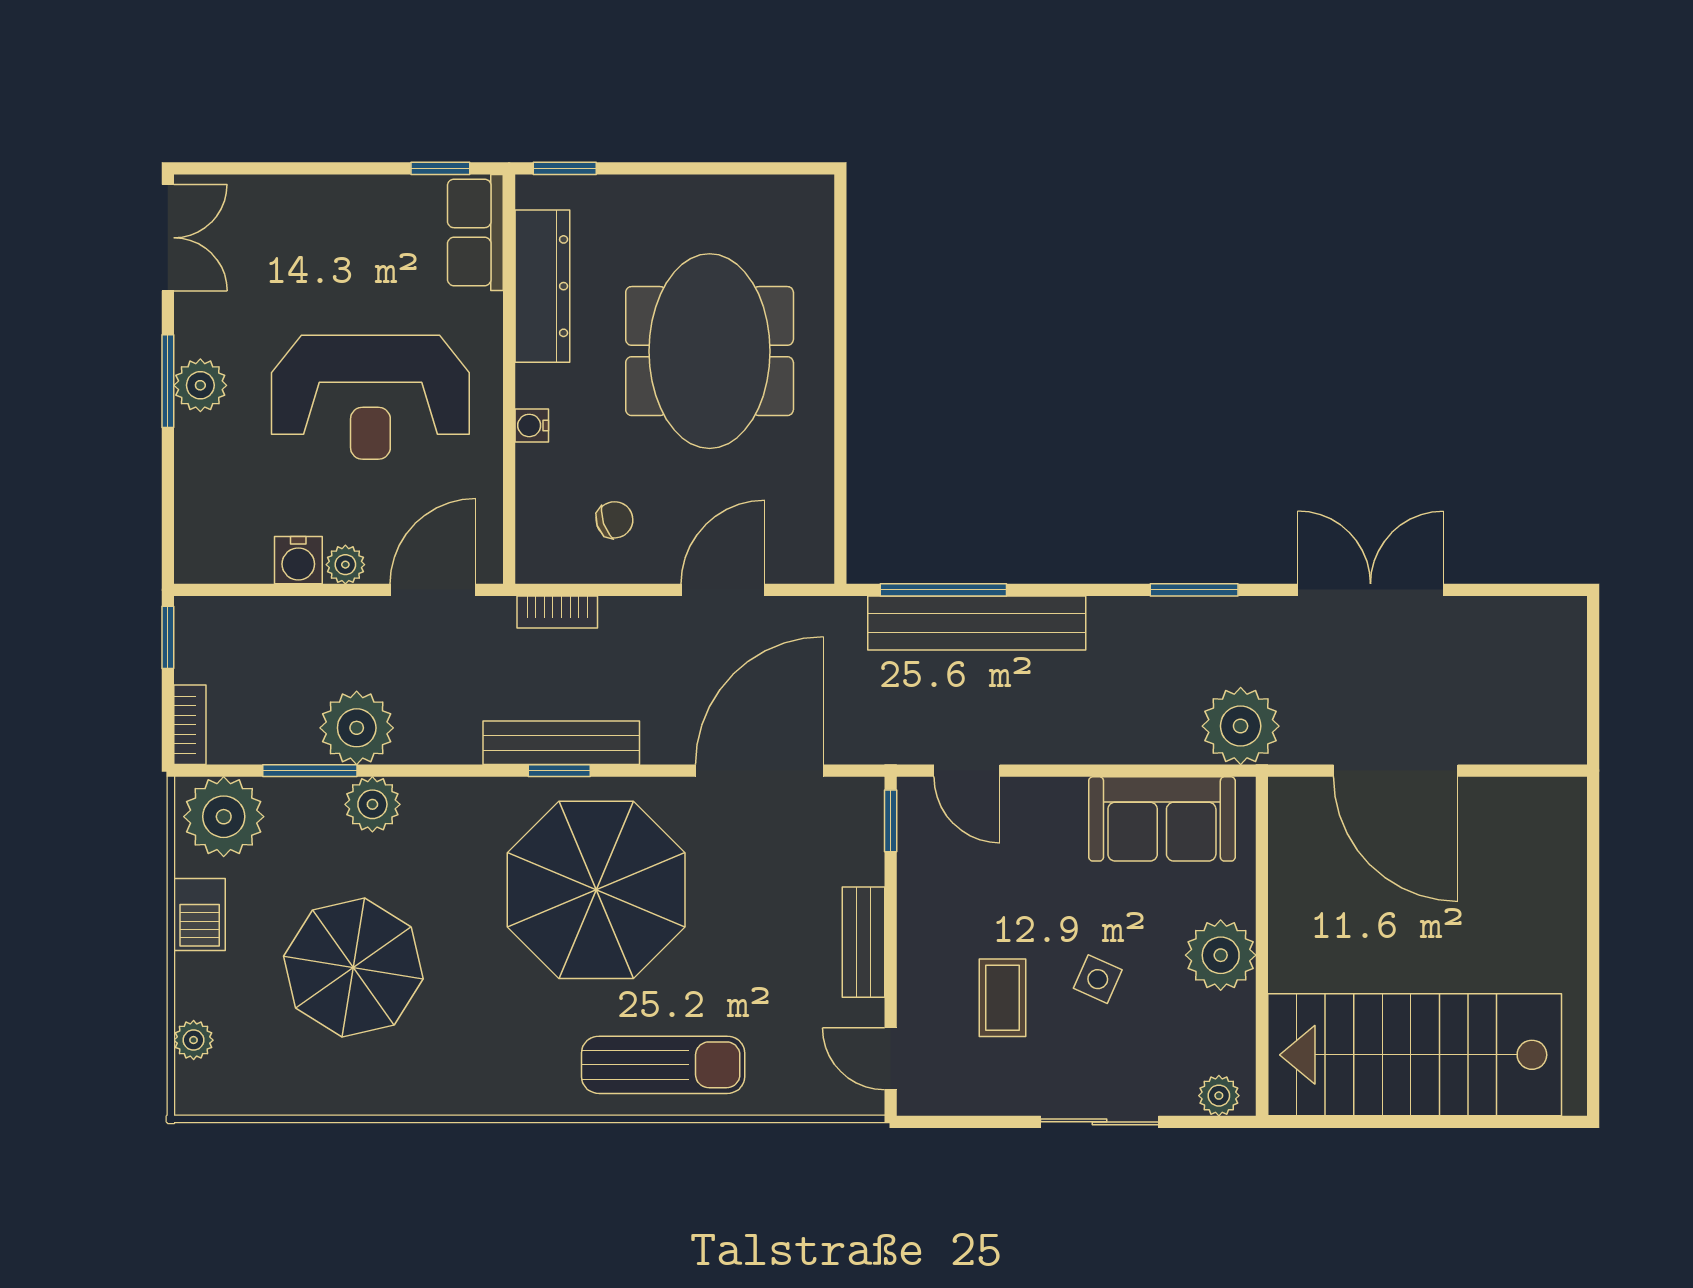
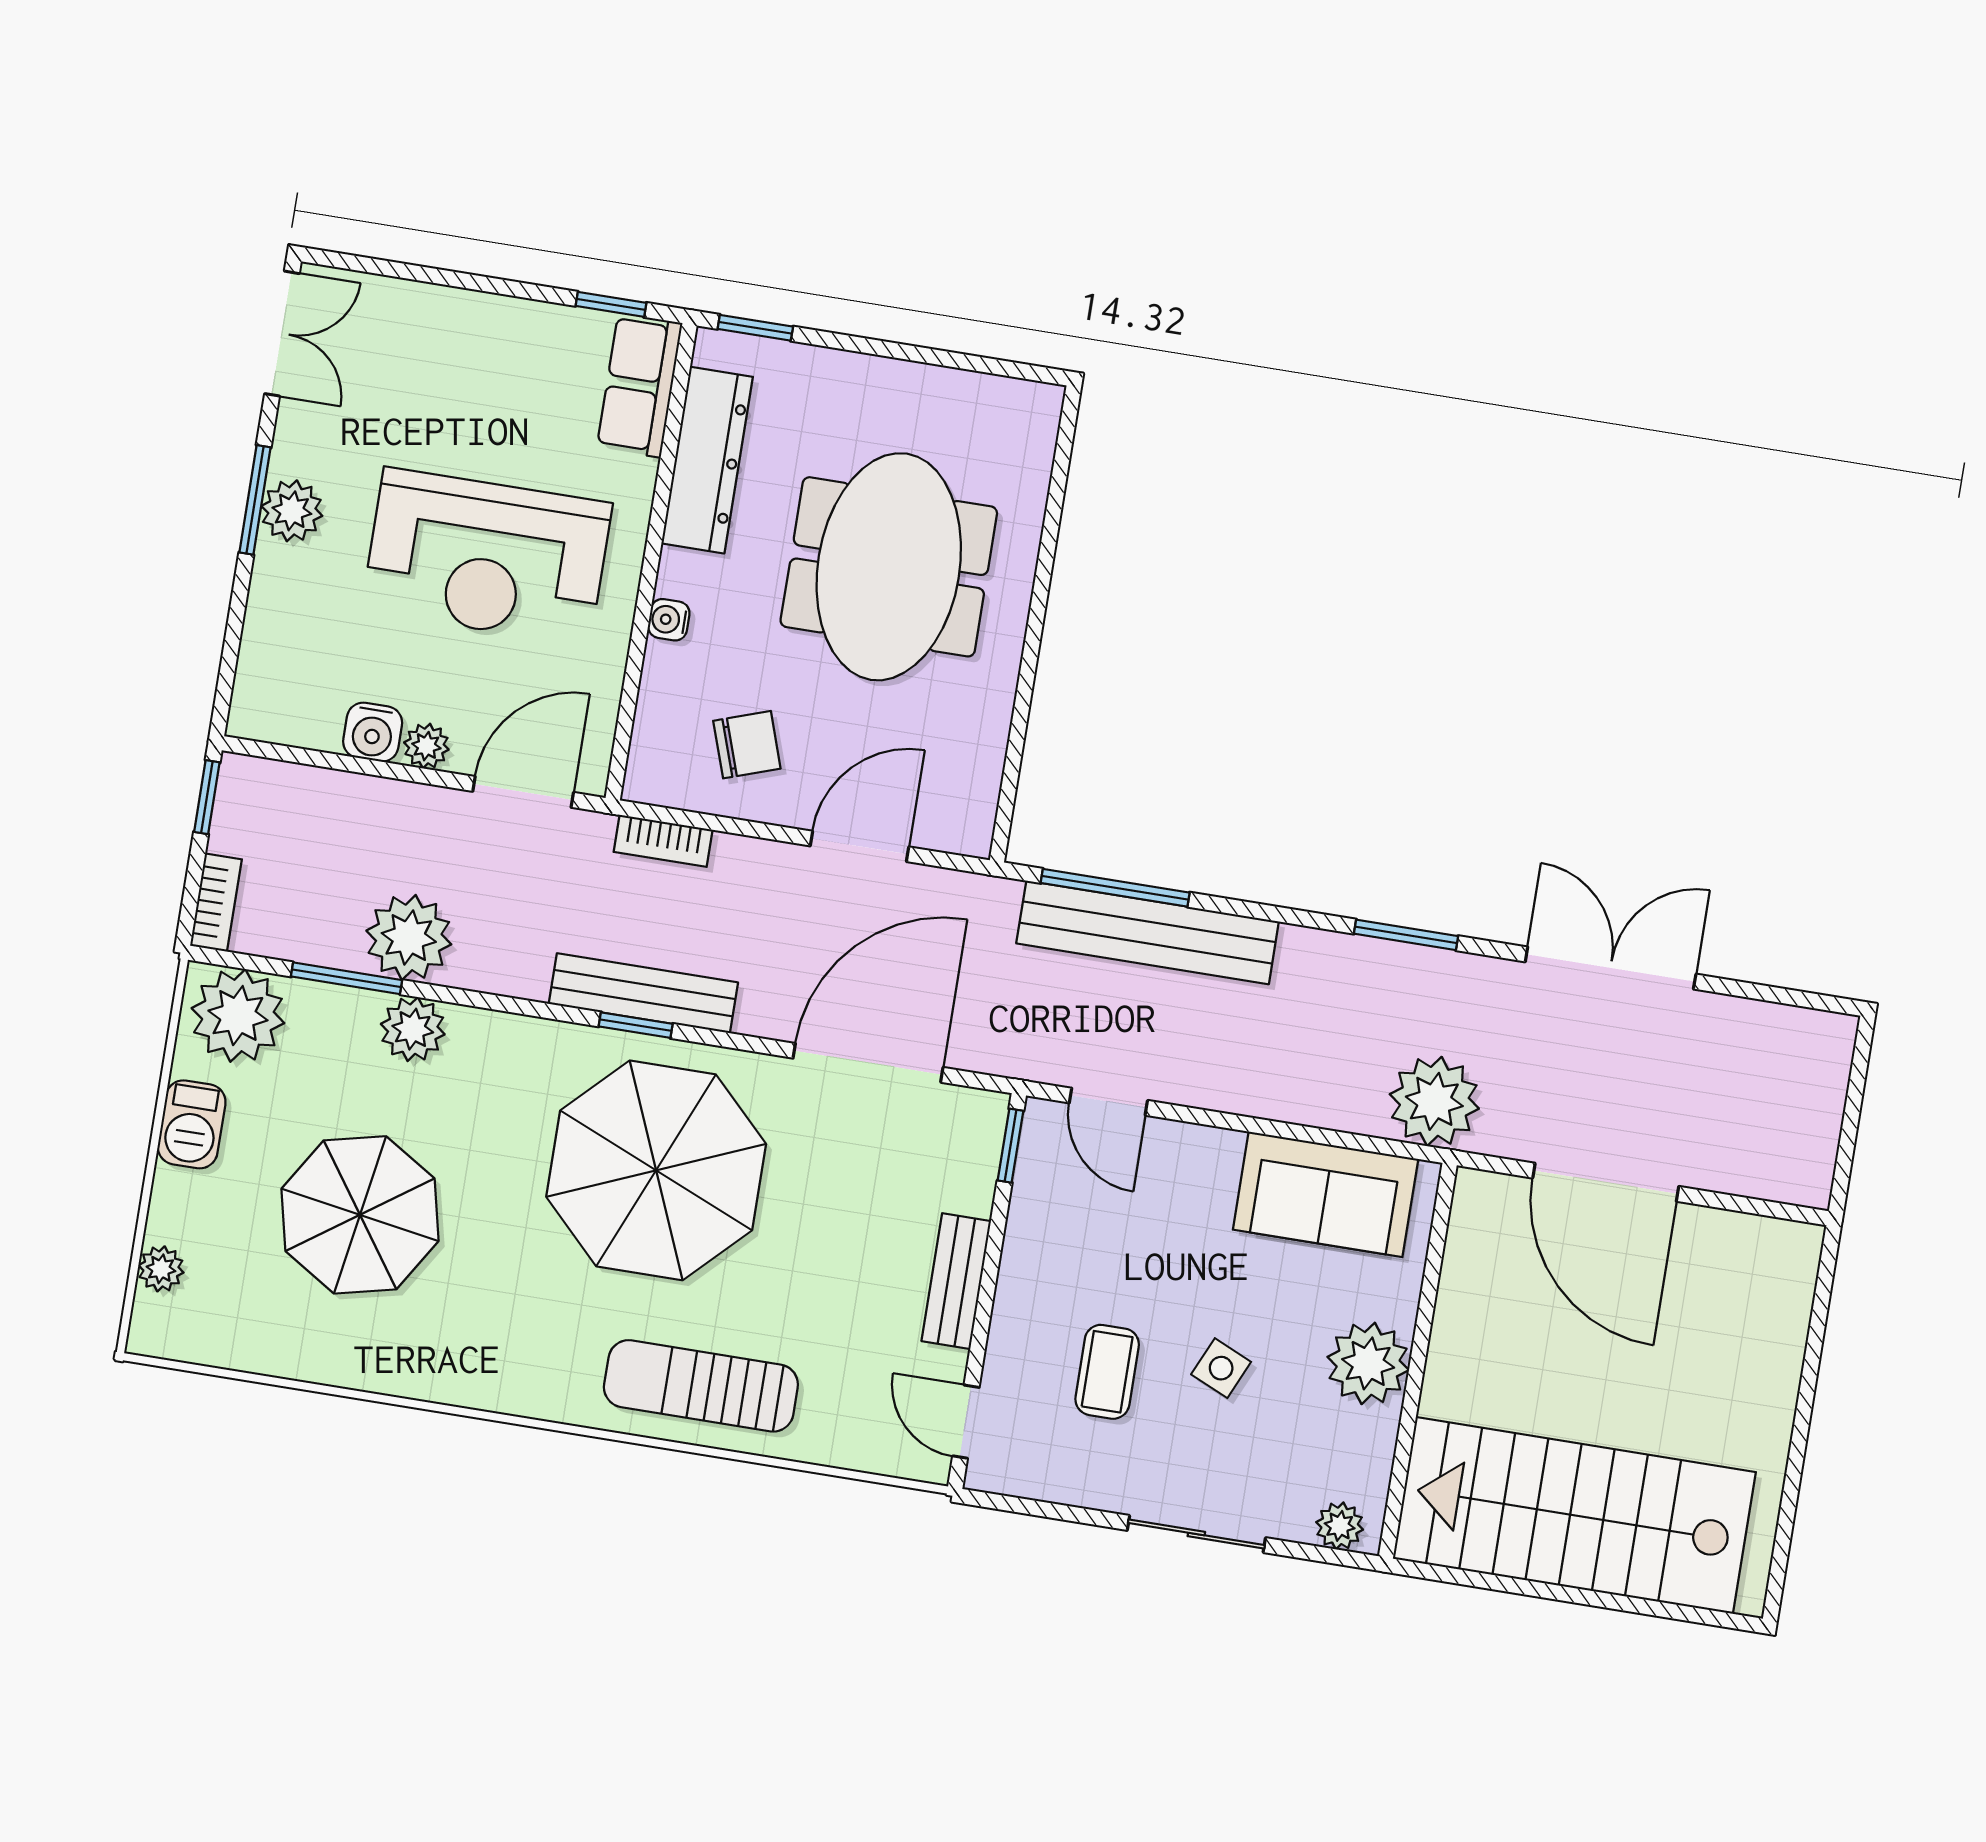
chair: (614, 520) -> (747, 745), width x1.37, depth x1.37
sun lounger: (663, 1065) -> (701, 1386), turned 180

